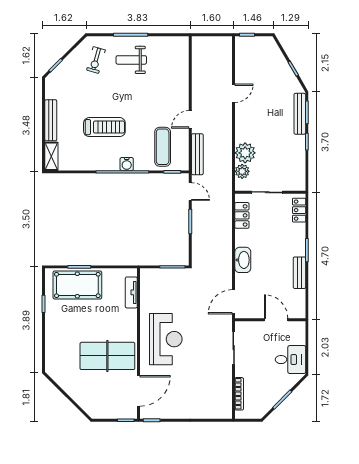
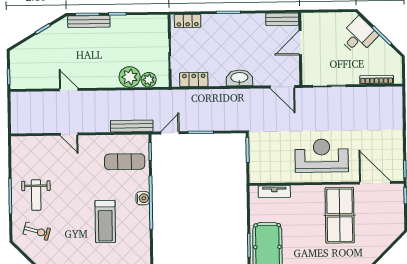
door: (190, 119) -> (69, 134), moved
treadmill: (104, 127) -> (105, 222), turned 180
bench: (299, 273) -> (282, 19), moved
desk: (290, 360) -> (358, 36), moved, turned 45

